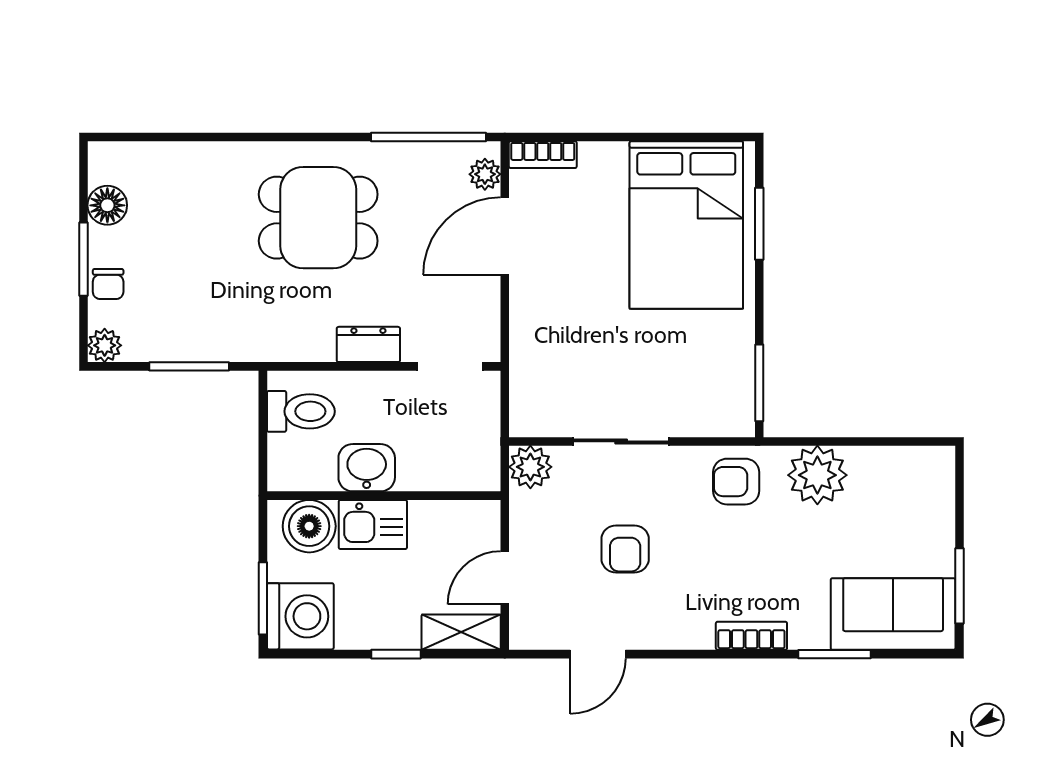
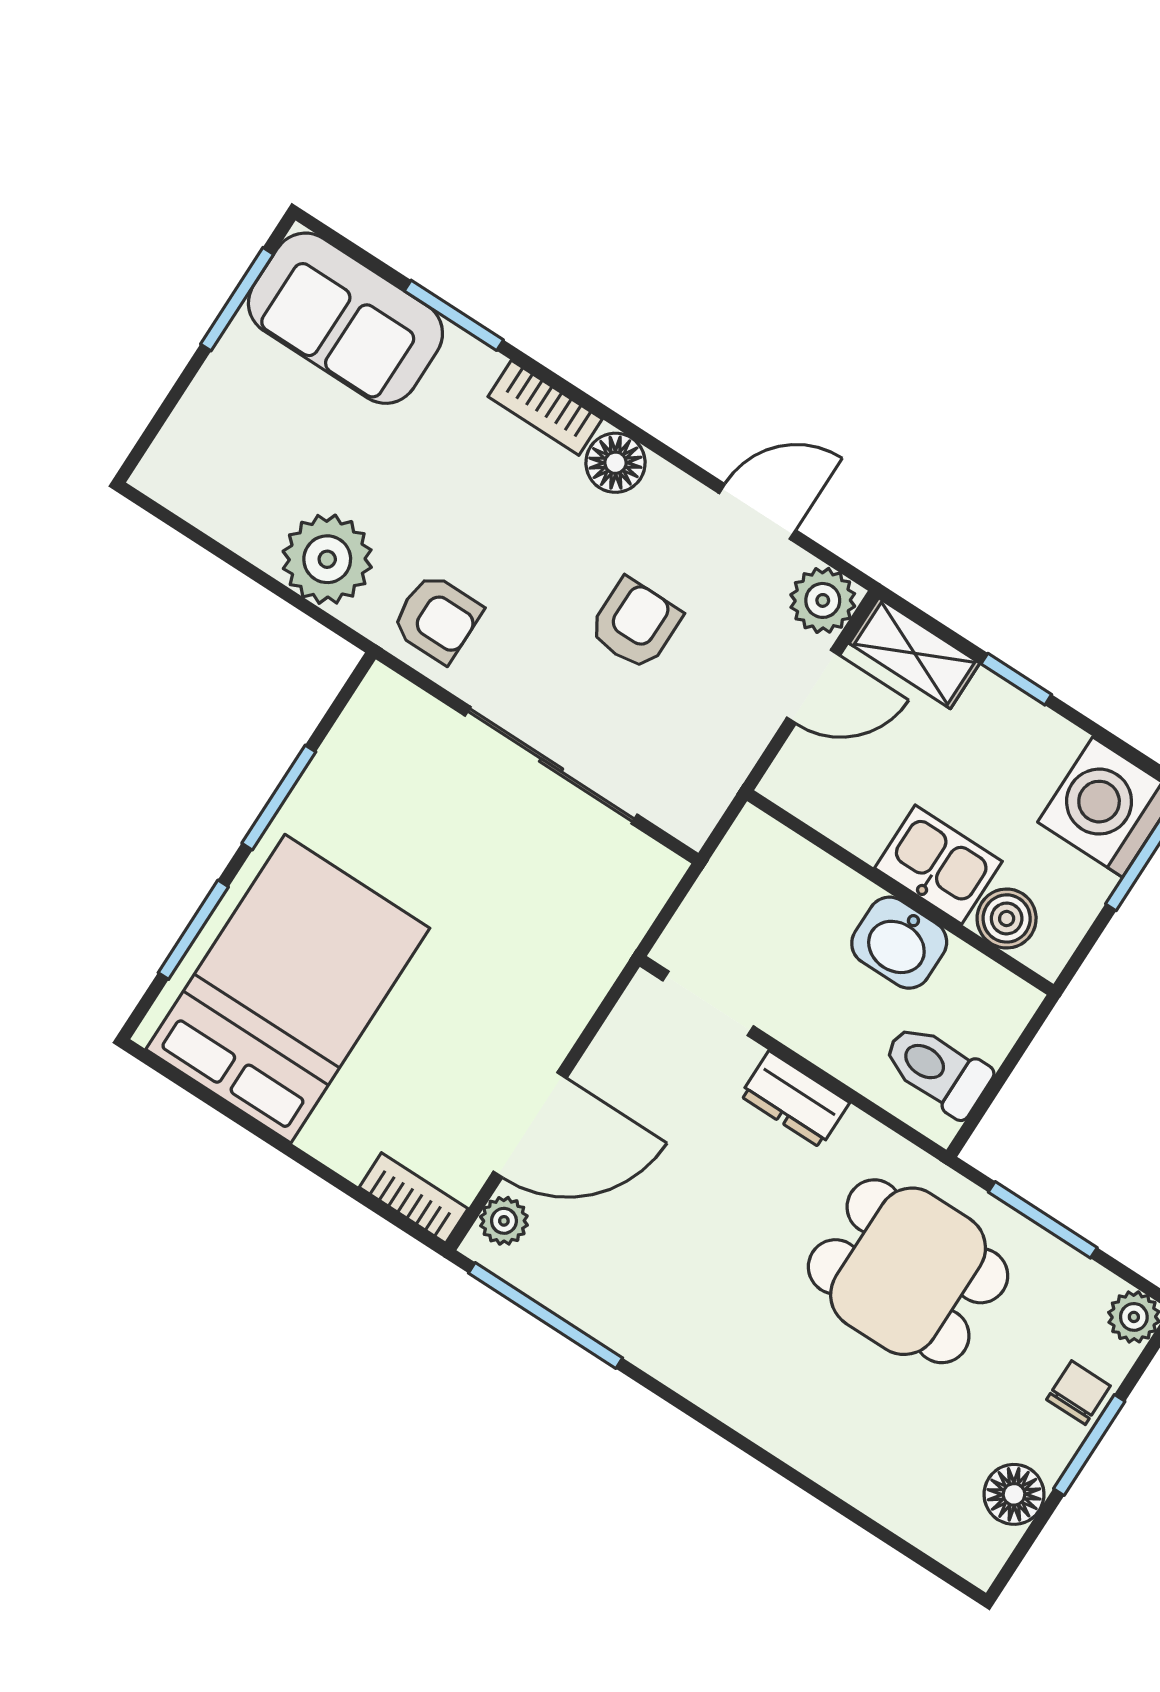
dining table: (318, 218) -> (908, 1271), moved
window: (759, 383) -> (279, 798), moved
sliding door: (621, 441) -> (551, 765), width x1.37
plant: (530, 467) -> (823, 600), moved
boiler: (309, 526) -> (1007, 918), width x0.73, depth x0.73
floor lamp: (693, 631) -> (615, 463), added

